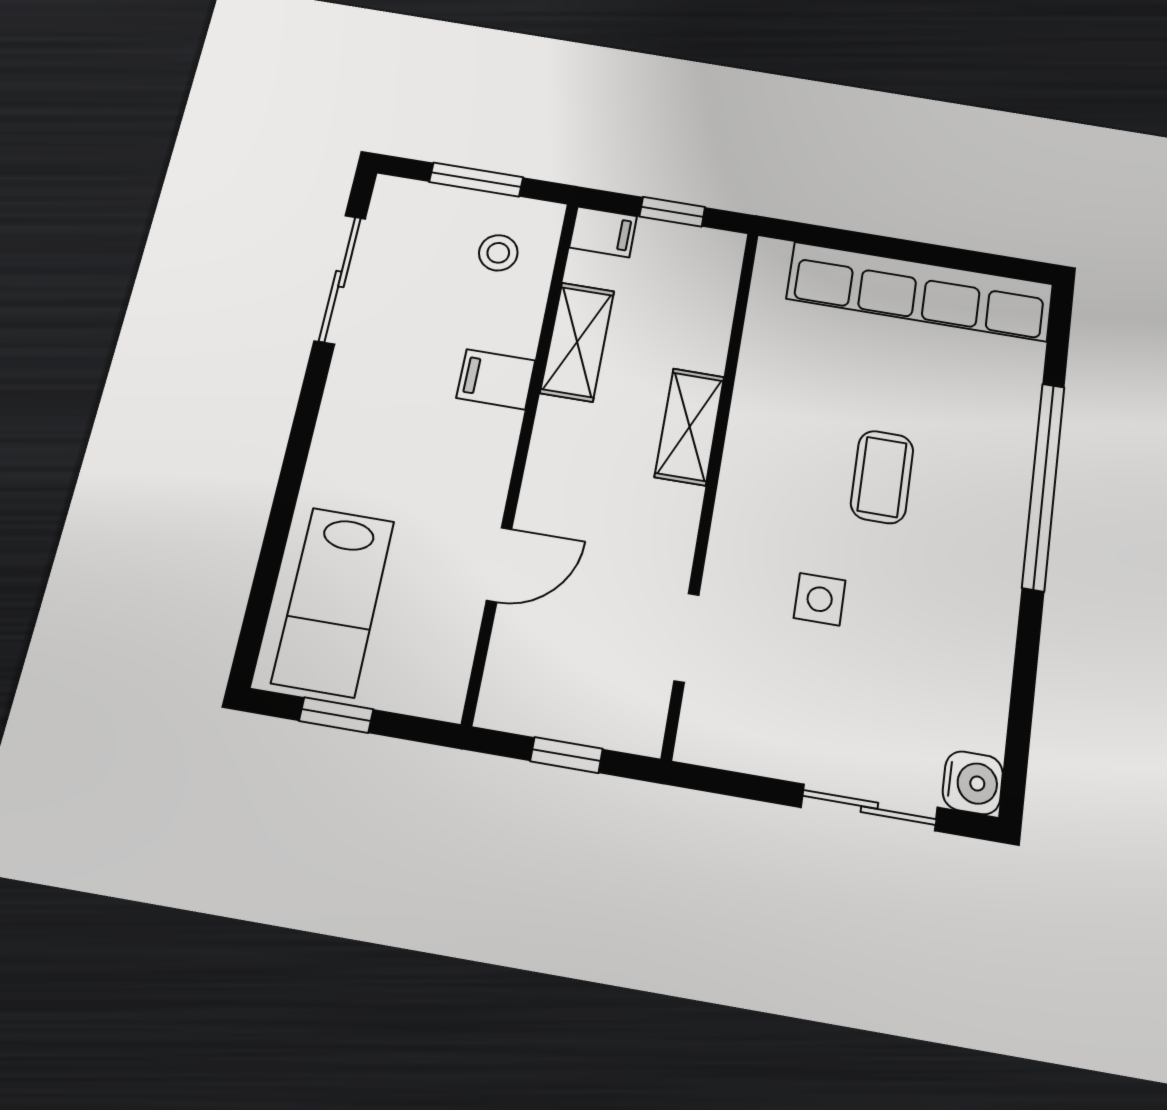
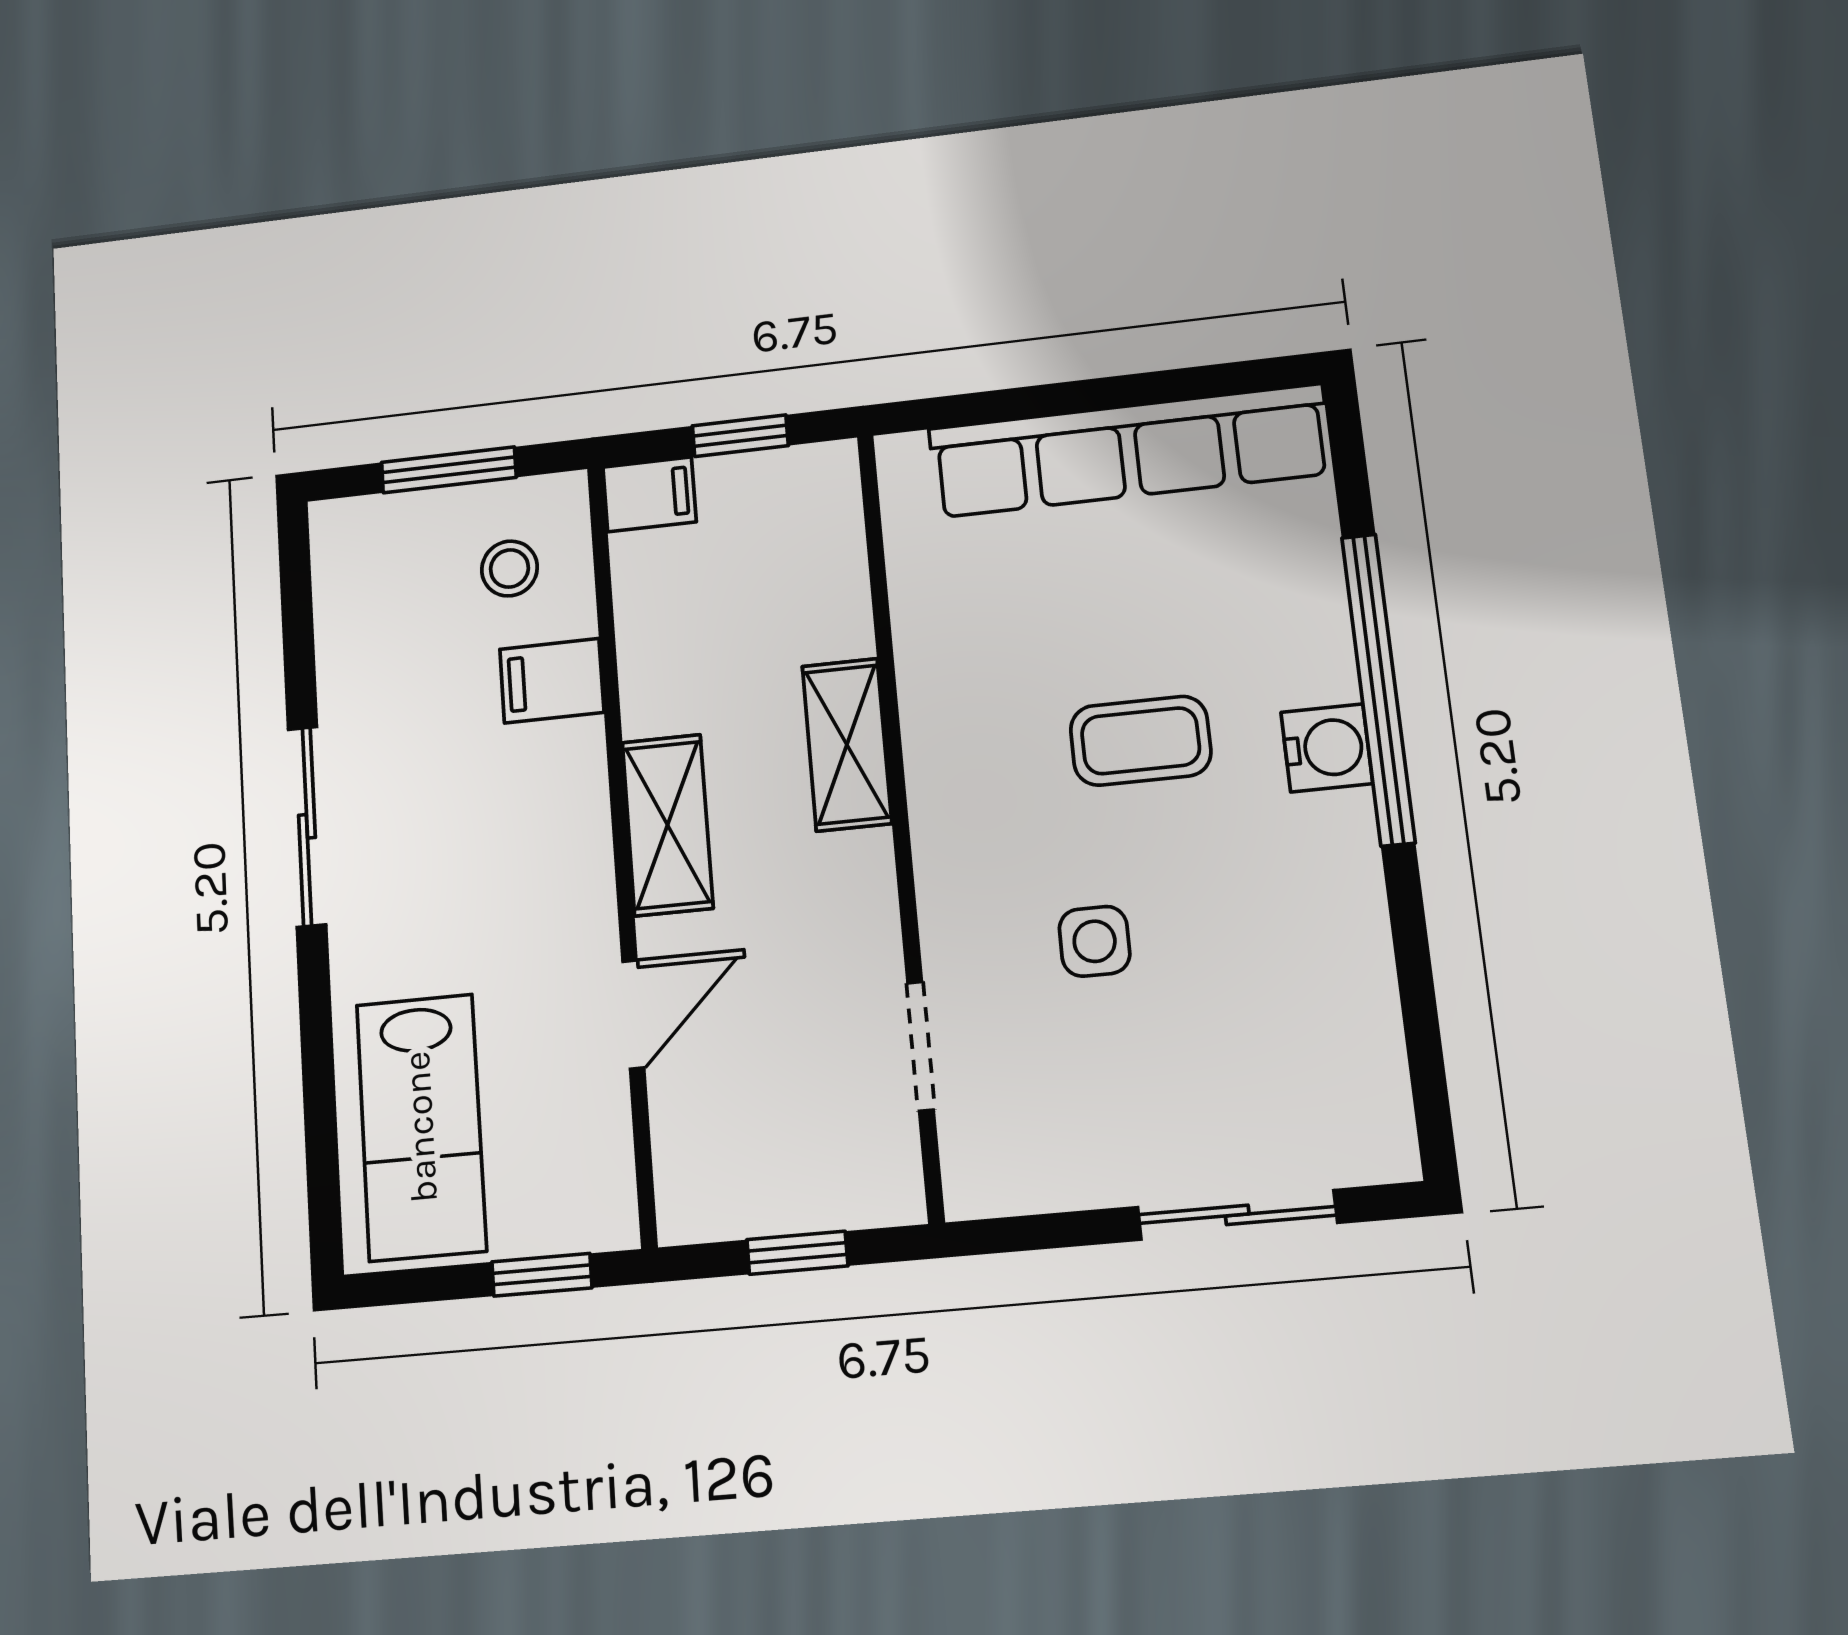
sliding door: (340, 279) -> (307, 826), moved
shelving: (577, 342) -> (667, 825), moved
filing cabinet: (496, 379) -> (552, 681), moved
coffee table: (882, 477) -> (1141, 741), turned 90
window: (336, 715) -> (542, 1275), moved
water cooler: (973, 783) -> (1327, 748), moved

